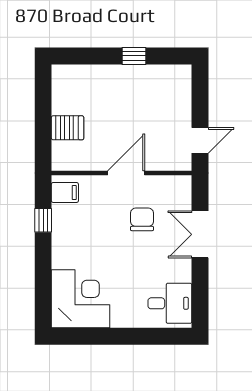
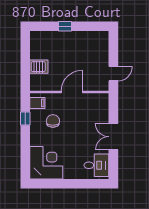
window: (134, 56) -> (65, 26), moved
chair: (142, 219) -> (53, 121), moved
double door: (200, 234) -> (113, 137), moved

